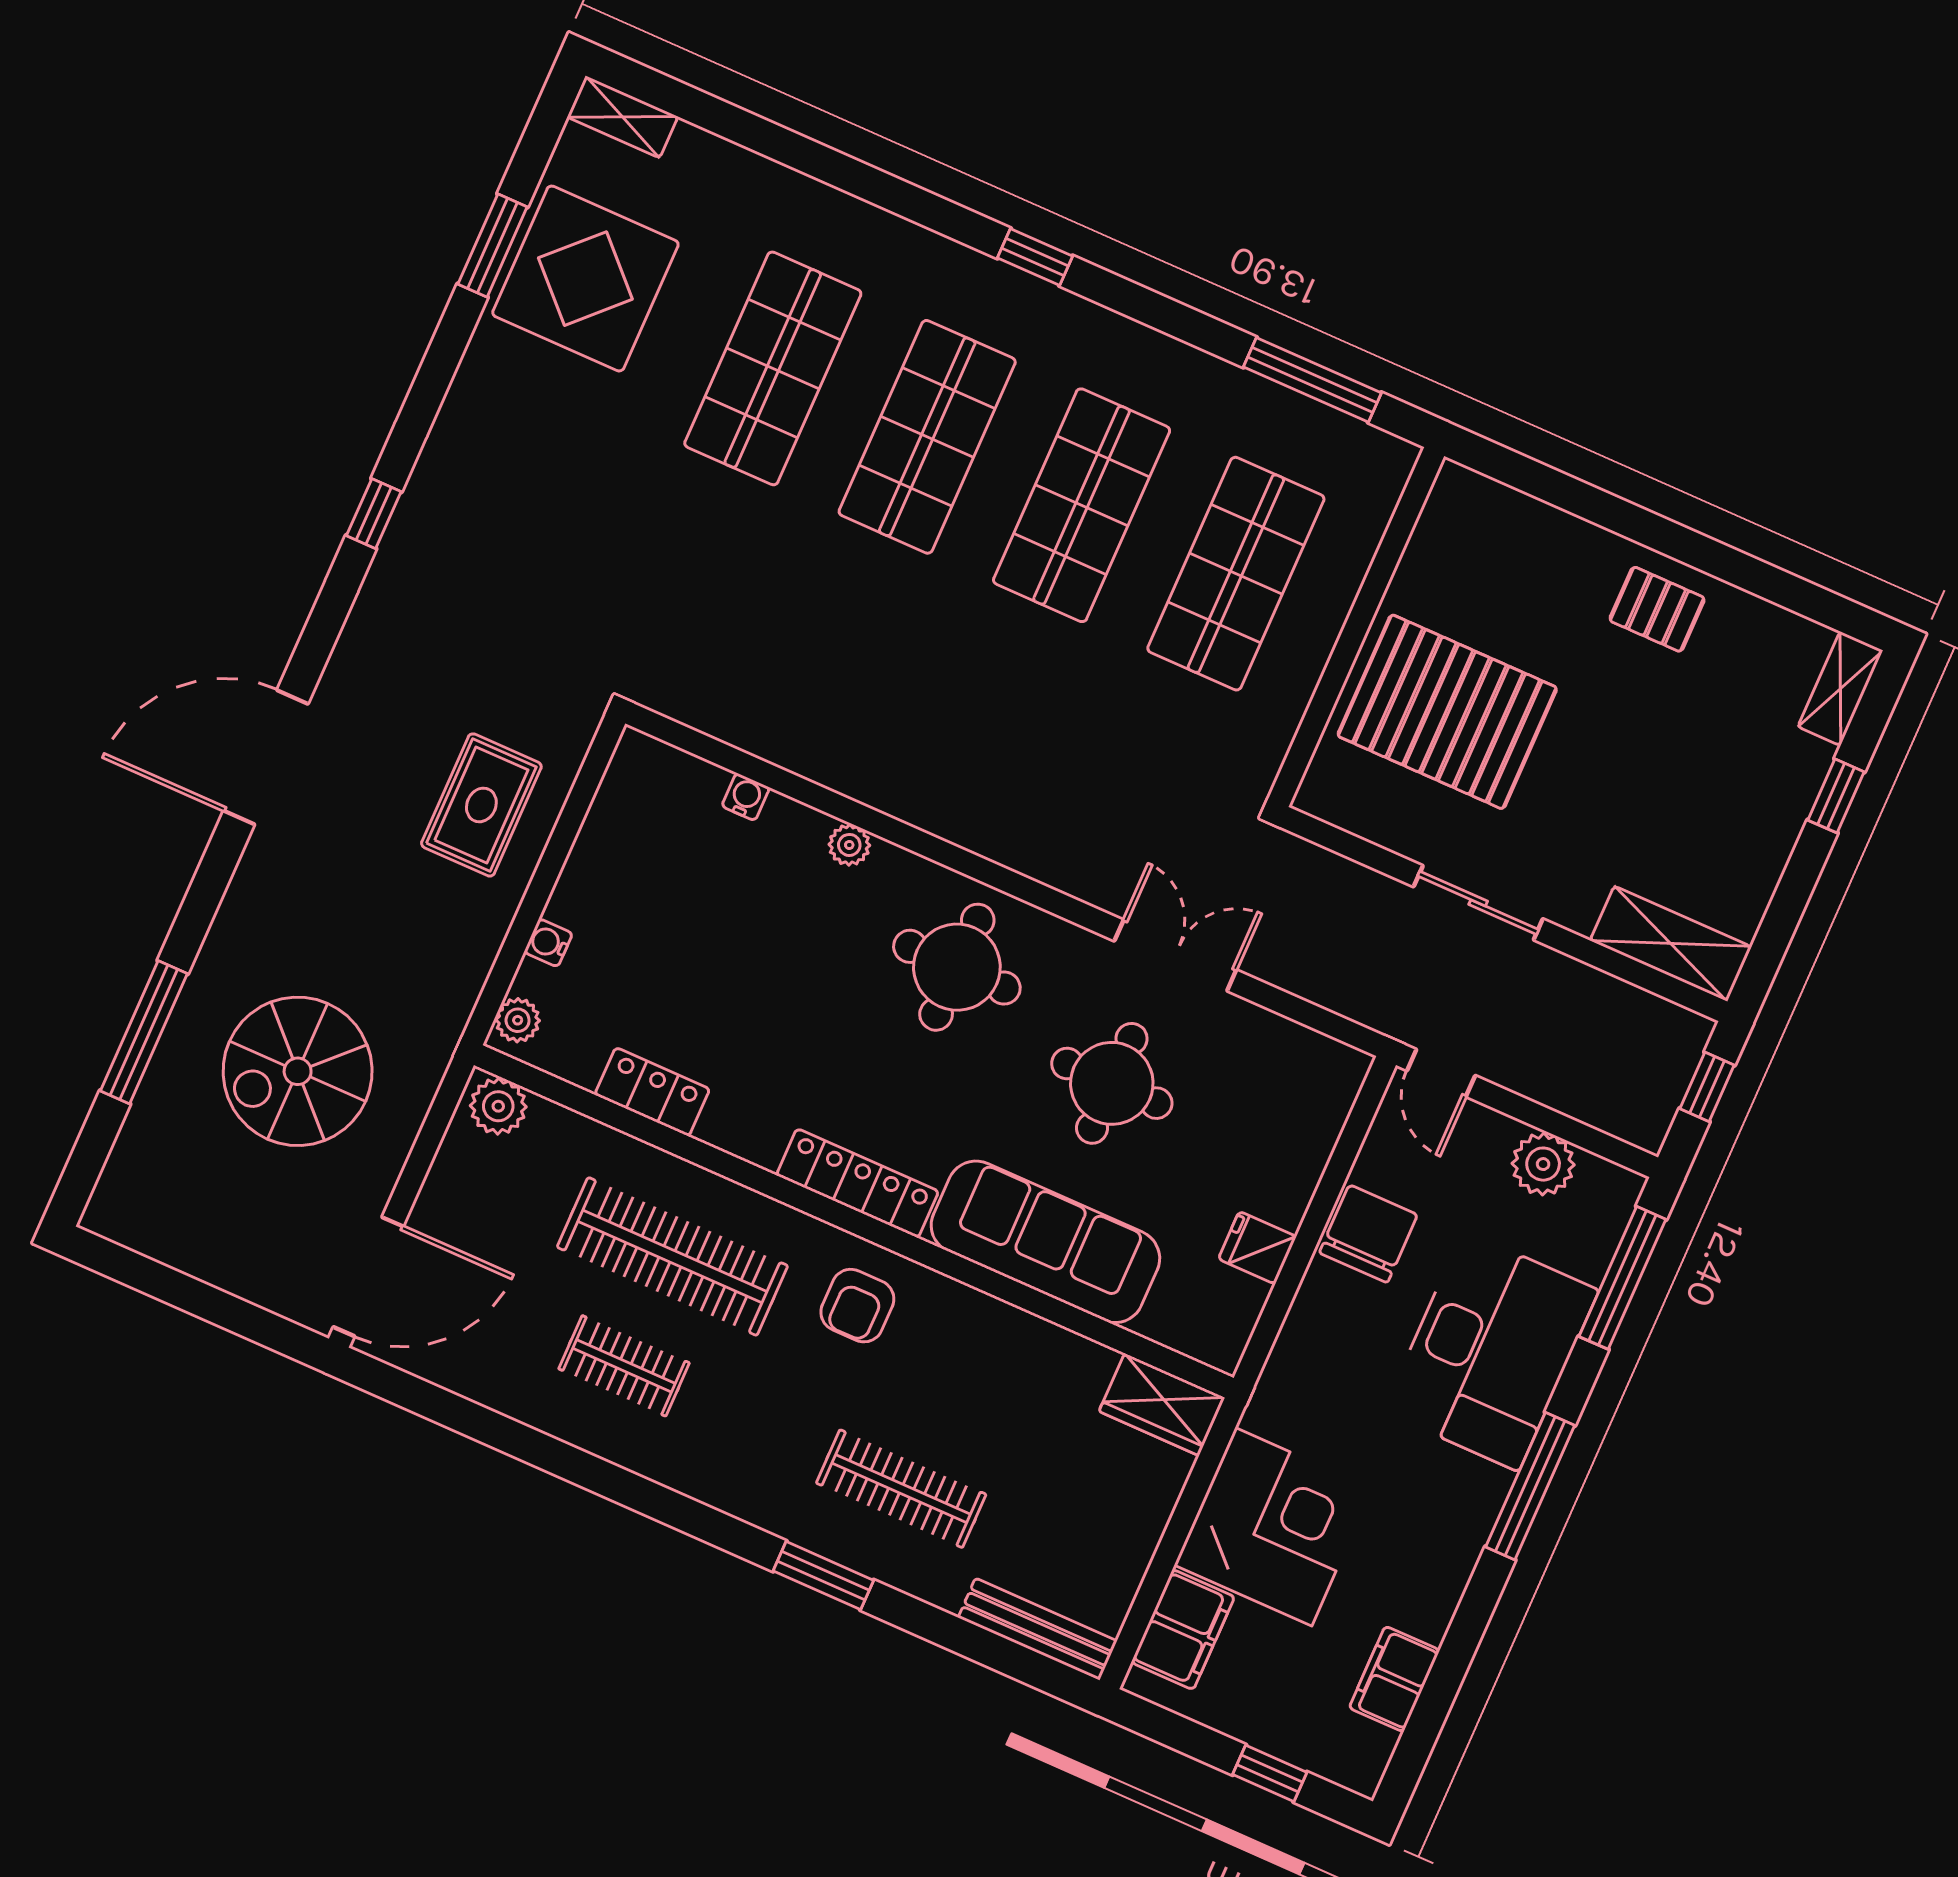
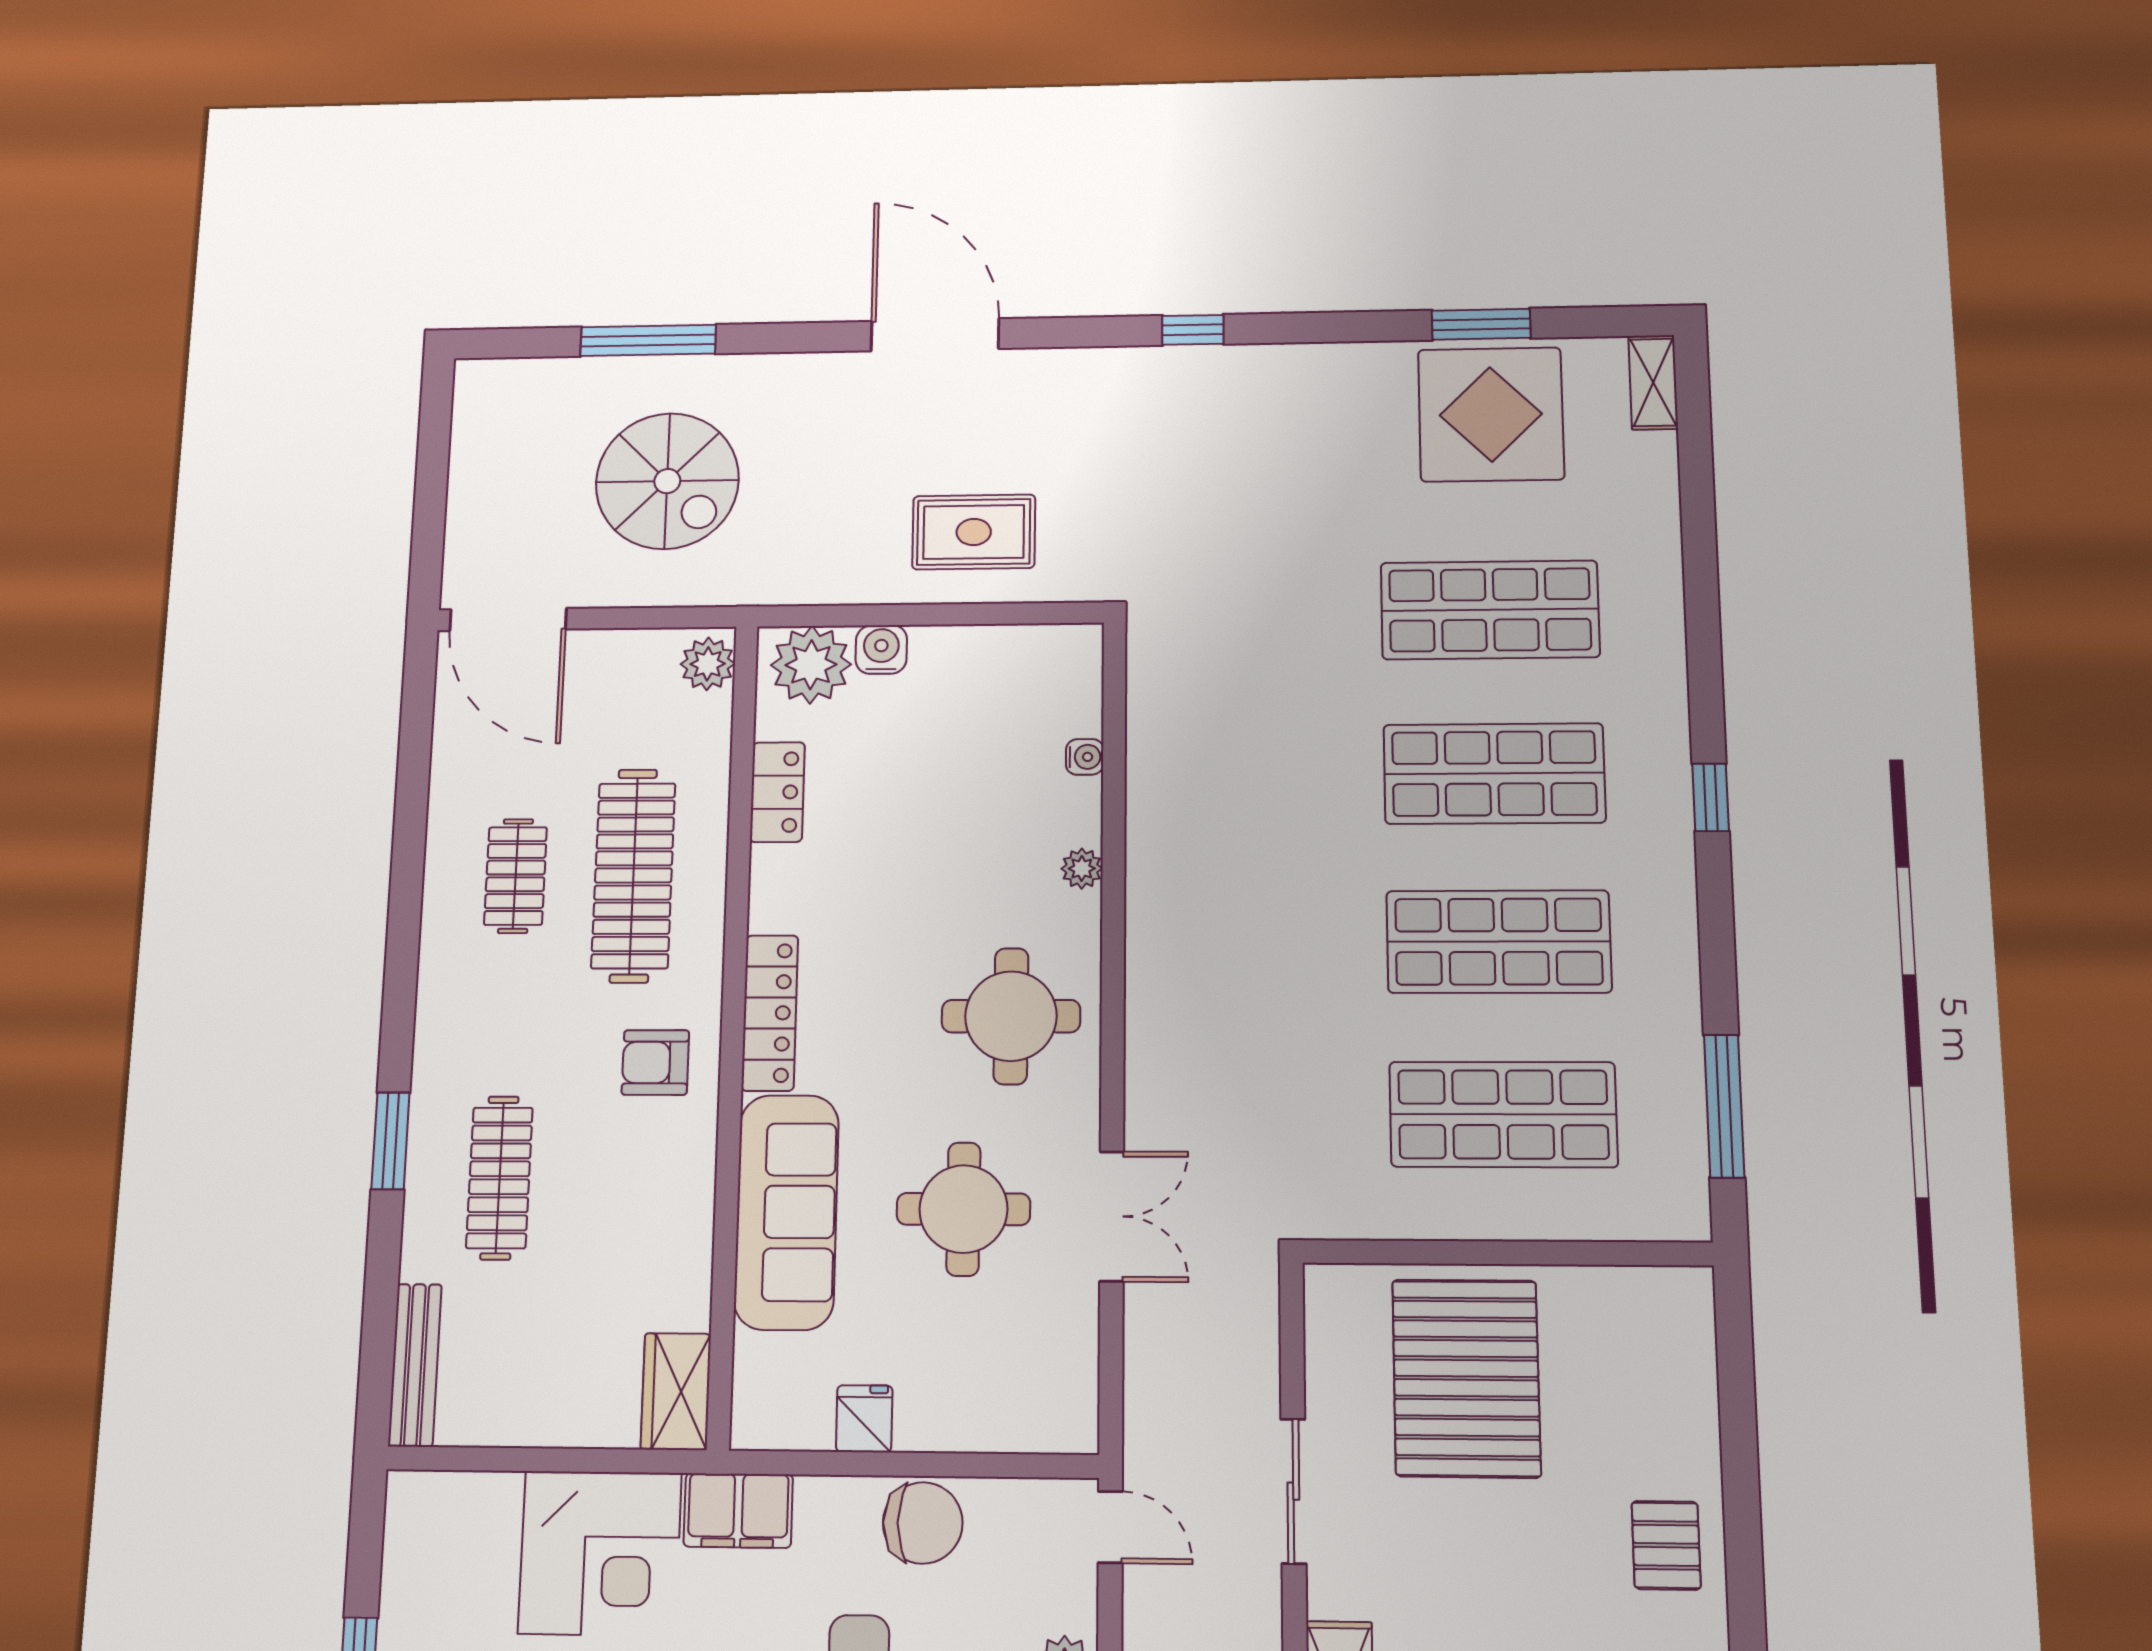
water cooler: (548, 943) -> (881, 649), width x1.38, depth x1.38
plant: (518, 1020) -> (811, 665), width x1.88, depth x1.88
spiral stairs: (298, 1071) -> (667, 481), turned 180
door: (1441, 1073) -> (1110, 1527), swing flipped
filing cabinet: (1183, 1630) -> (738, 1510), moved

